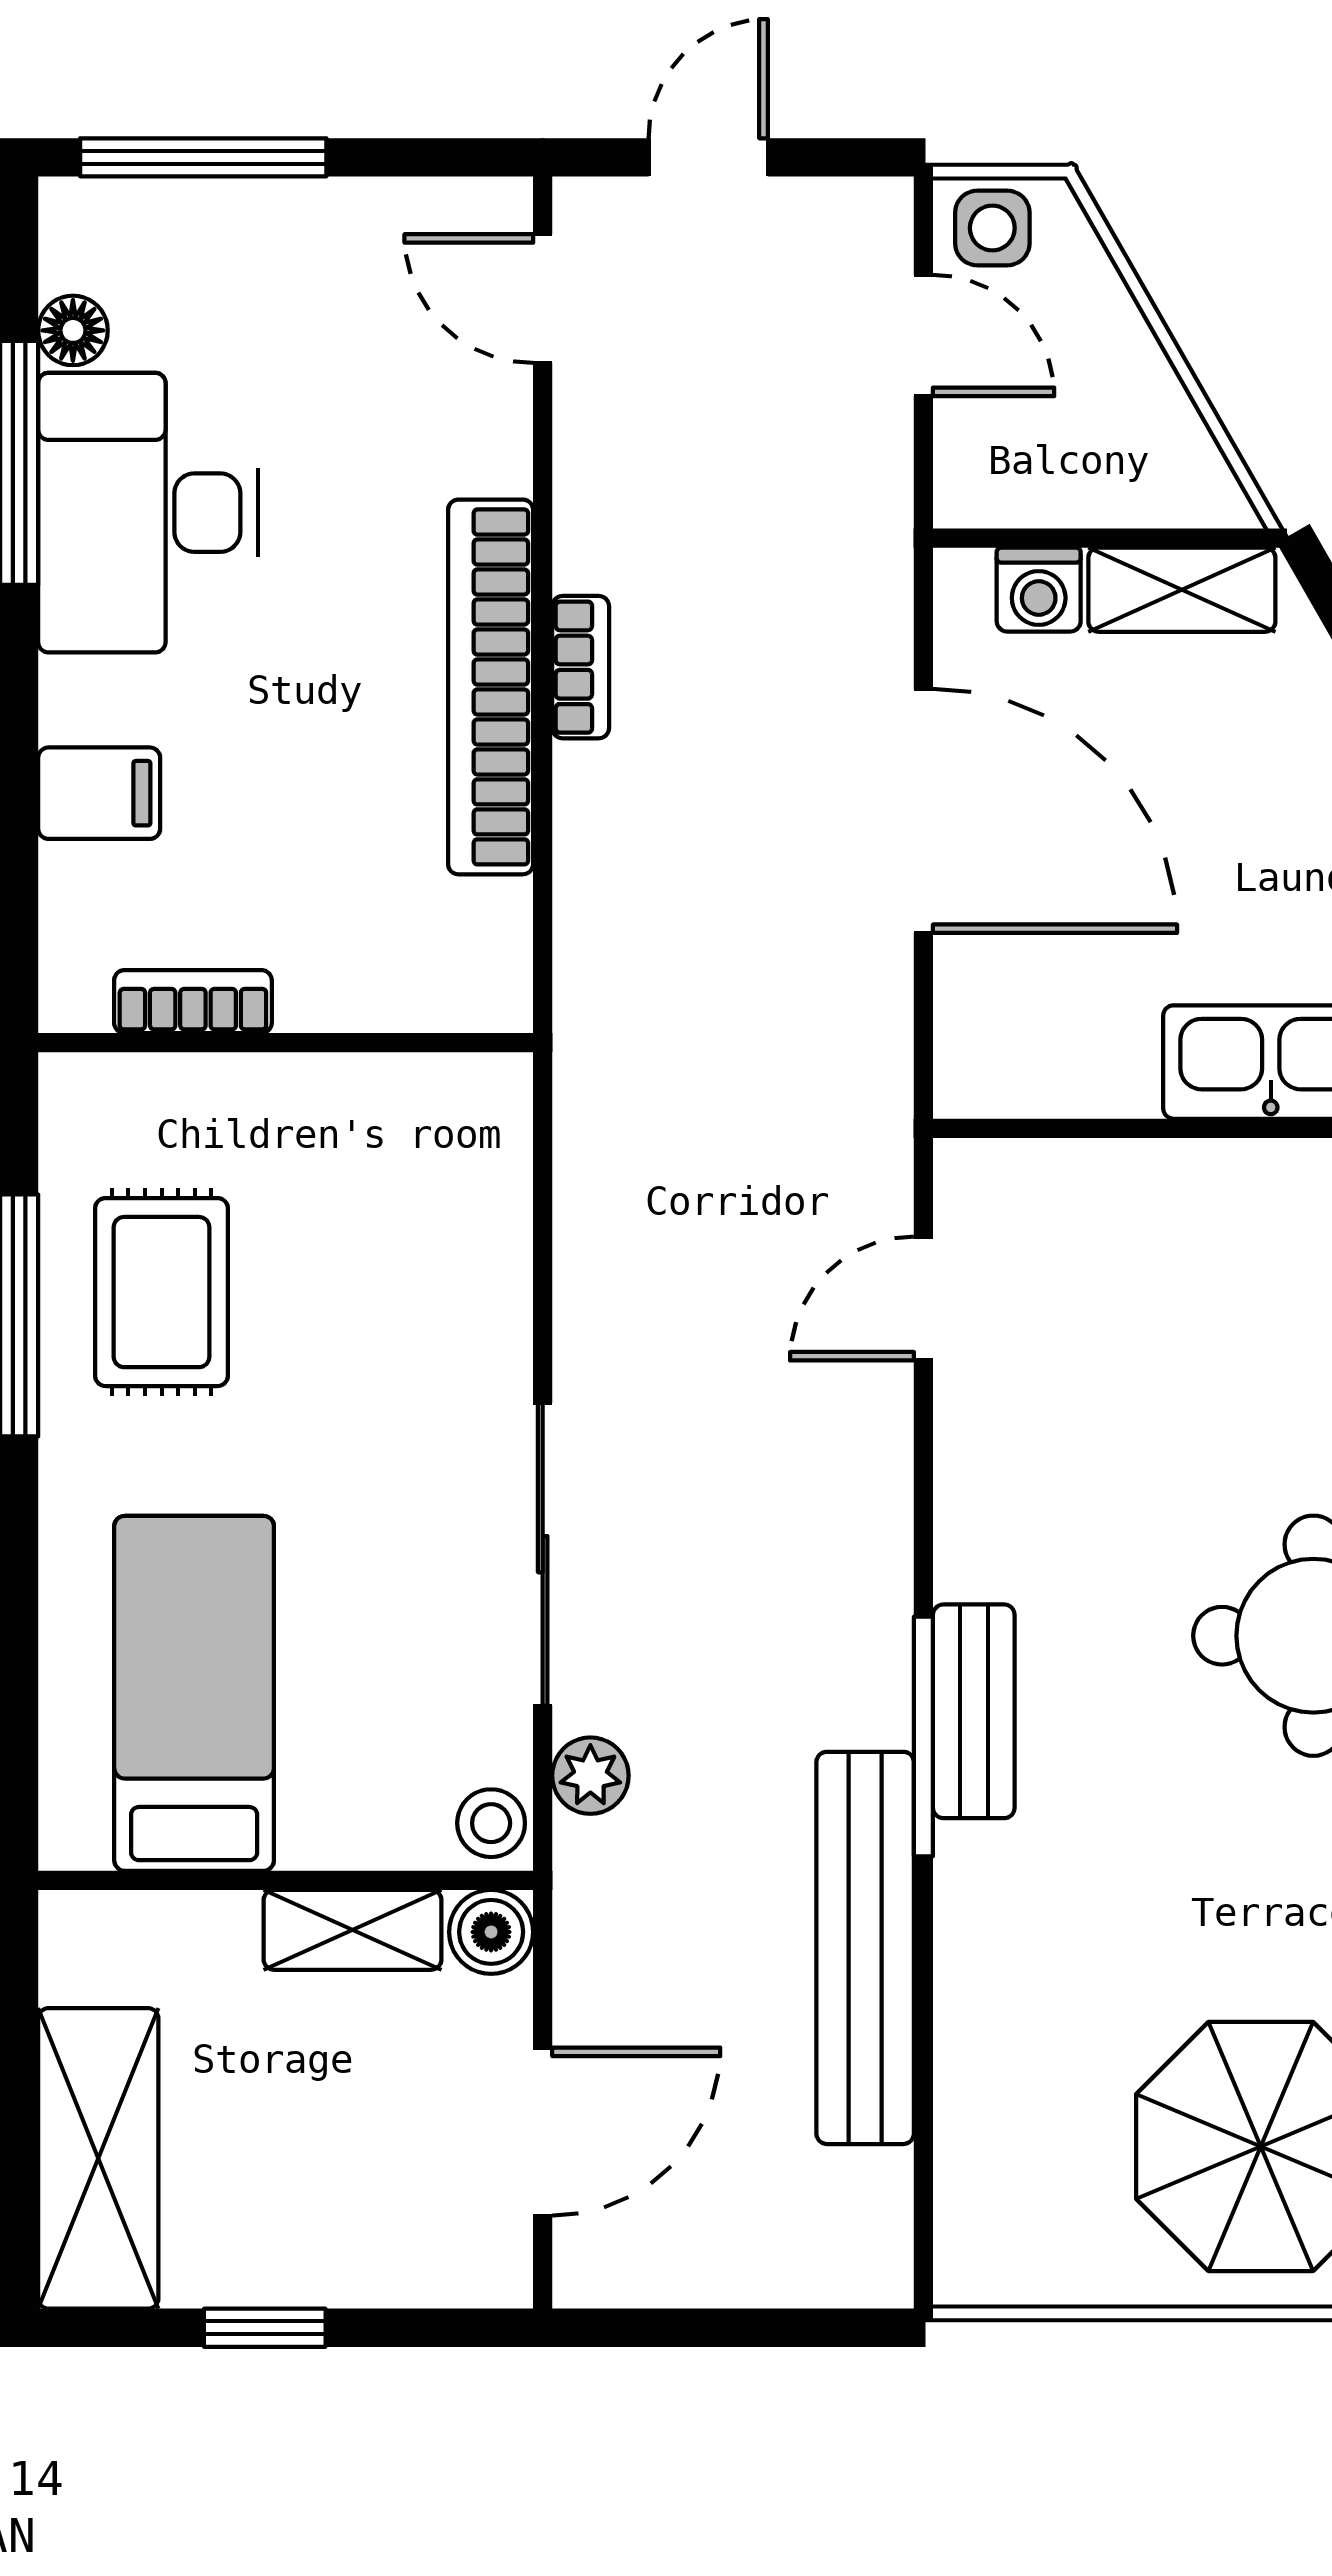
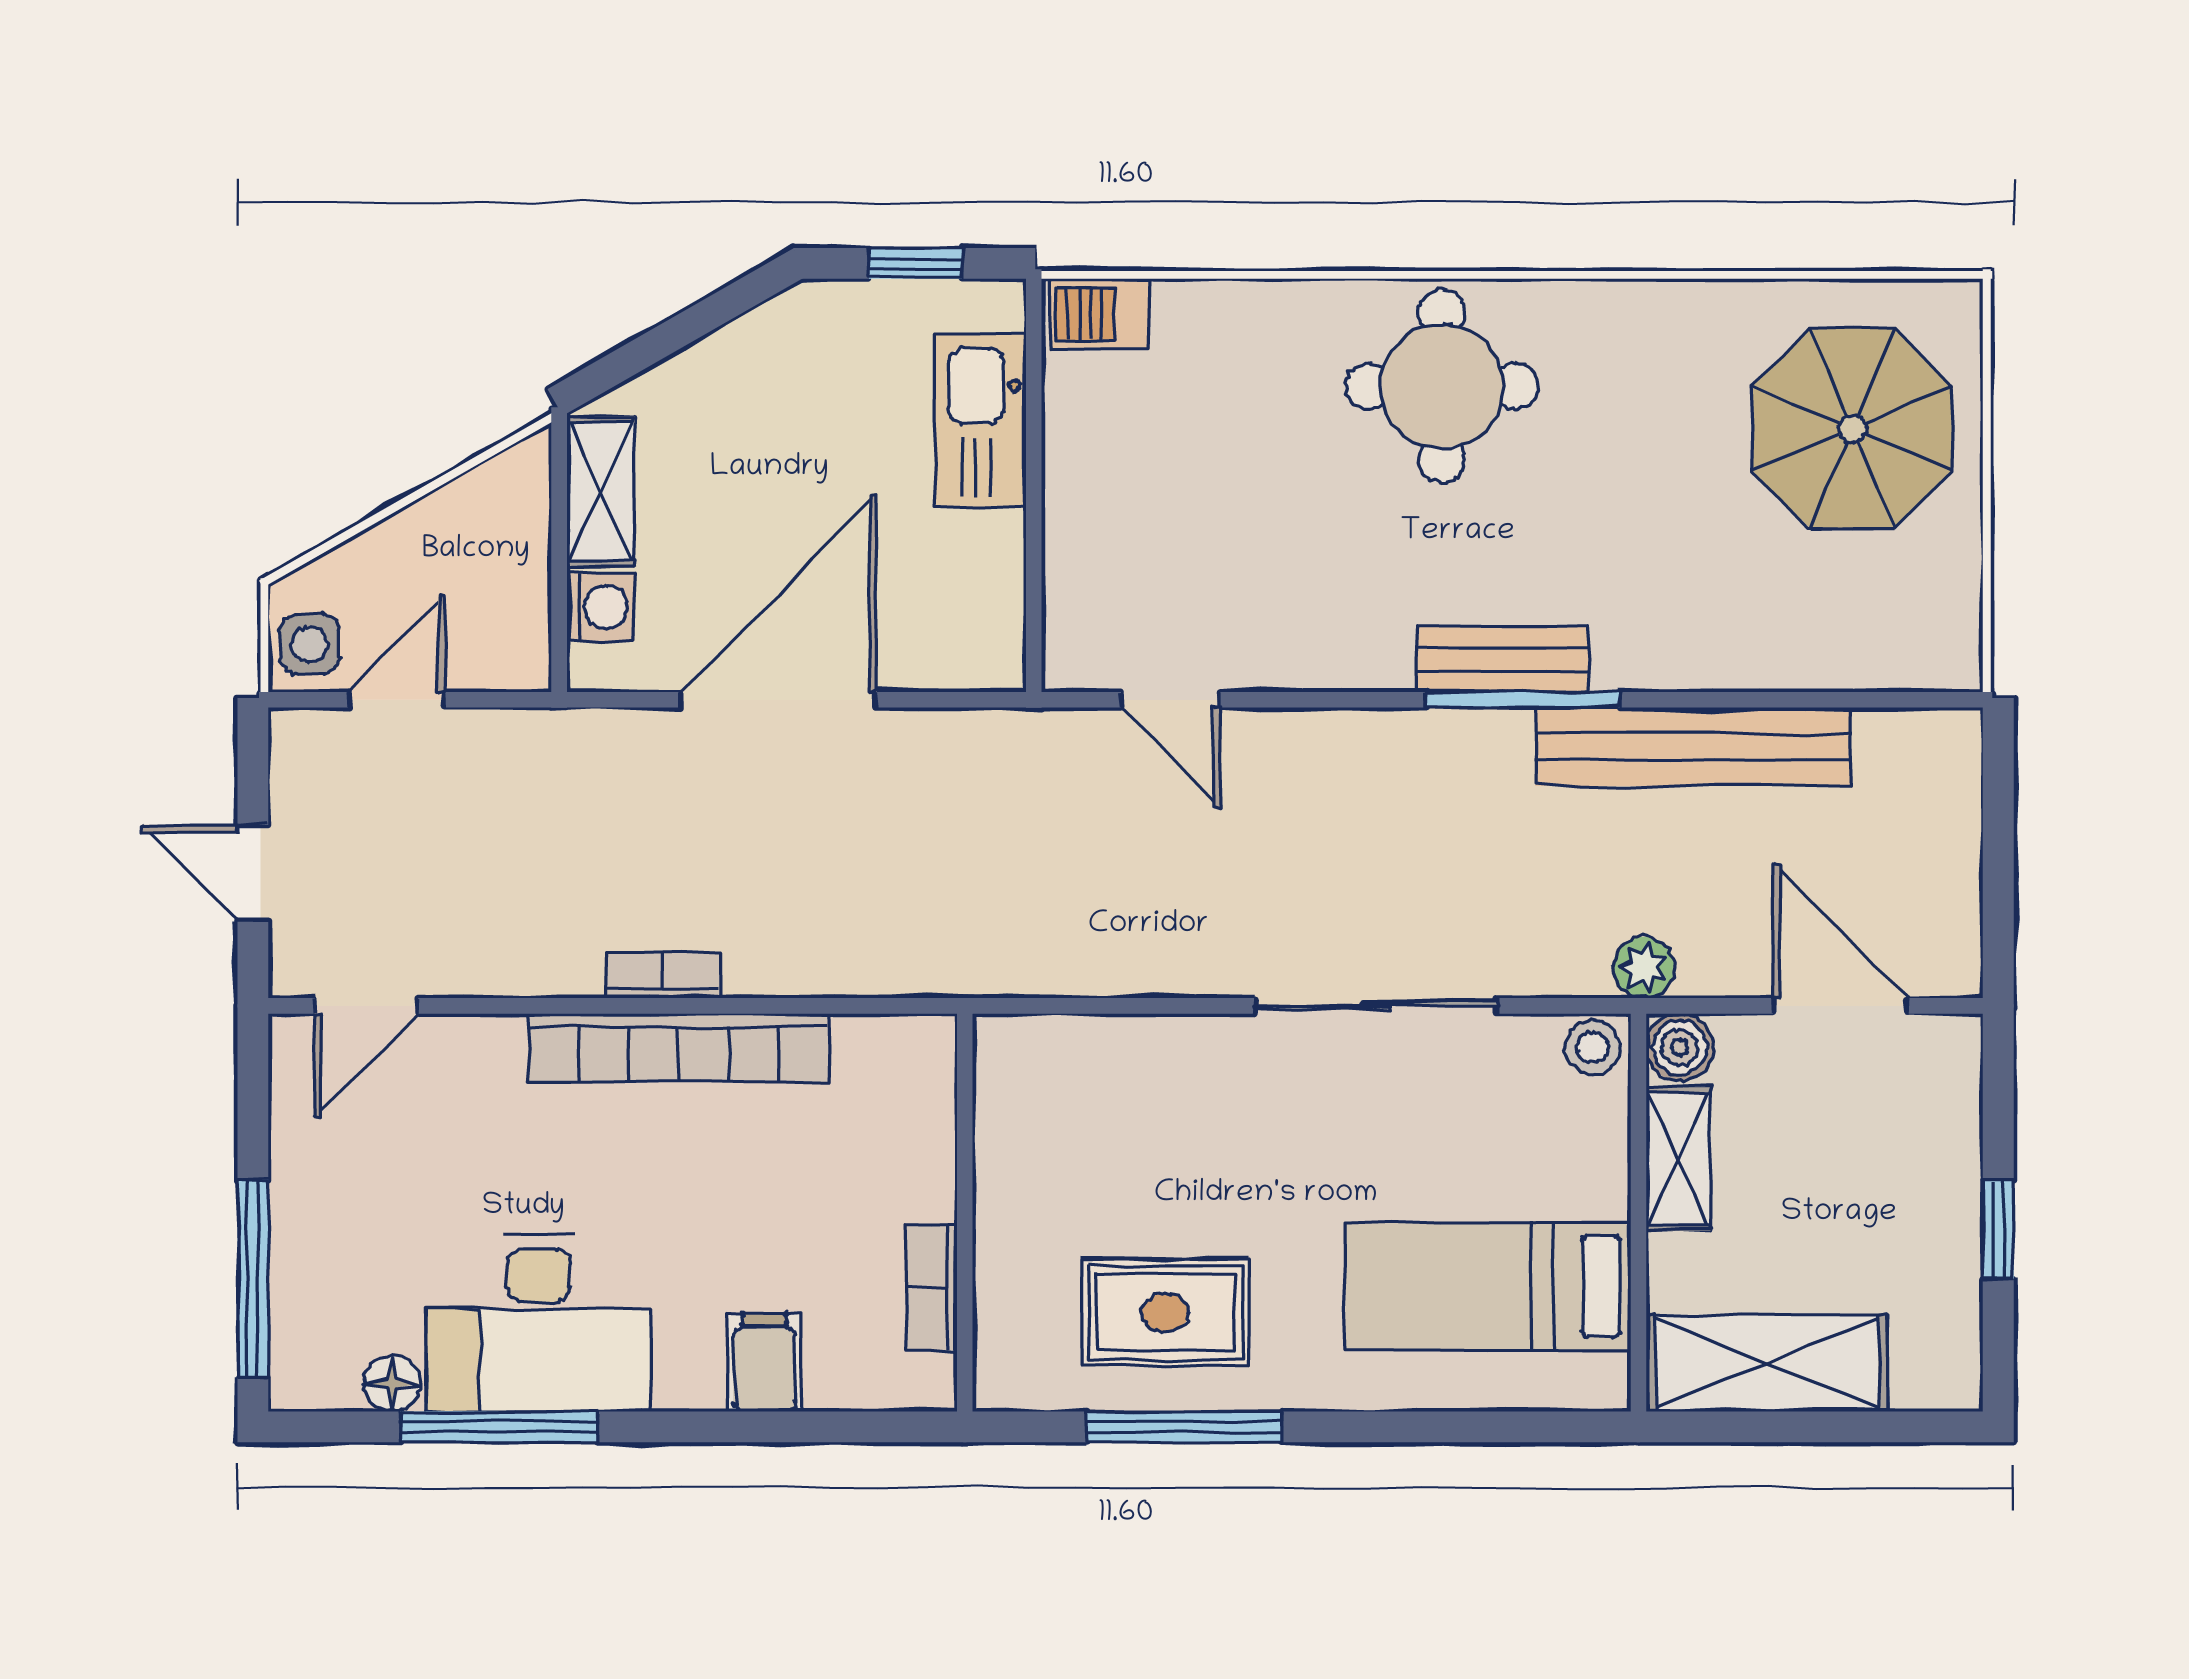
plant: (590, 1776) -> (1644, 967), moved
shelving: (98, 2158) -> (1767, 1363), moved

